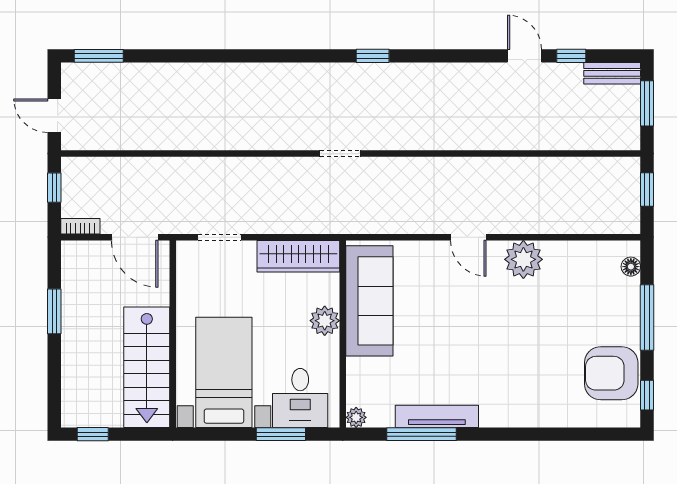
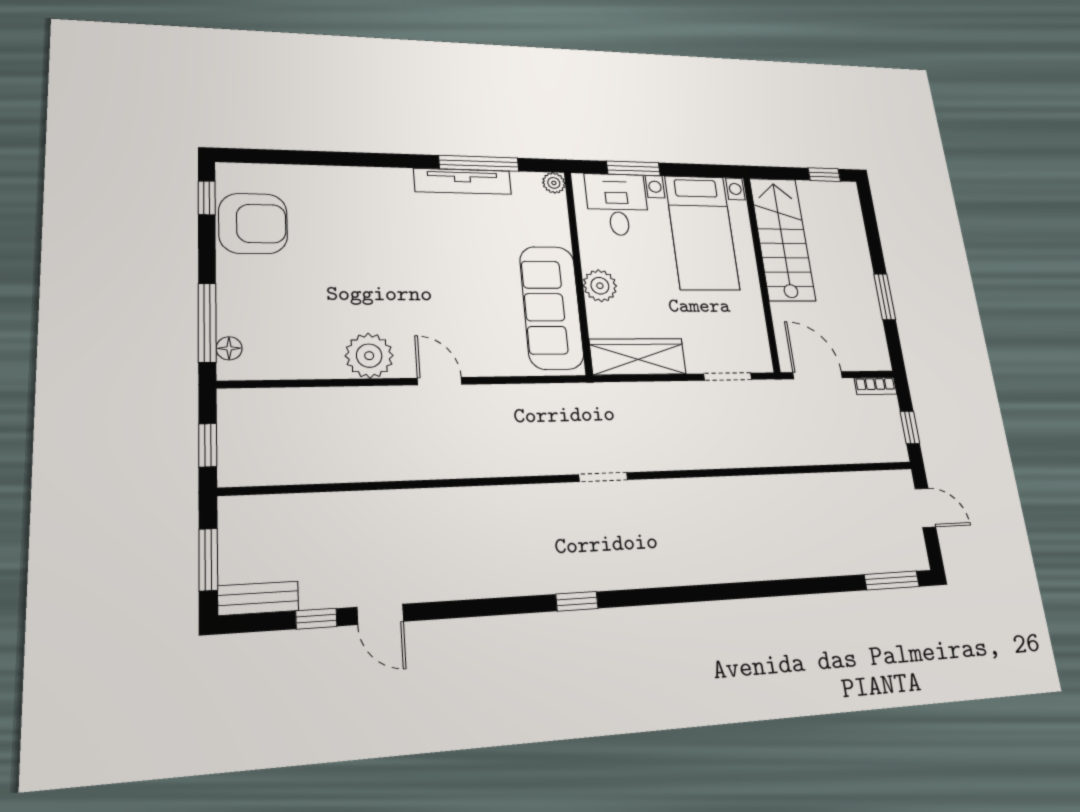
window: (647, 317) -> (207, 323), moved

